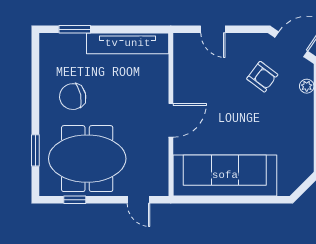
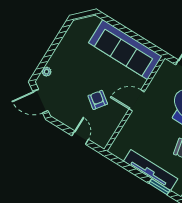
tv unit: (128, 43) -> (151, 170), moved
armchair: (262, 77) -> (98, 100), moved

